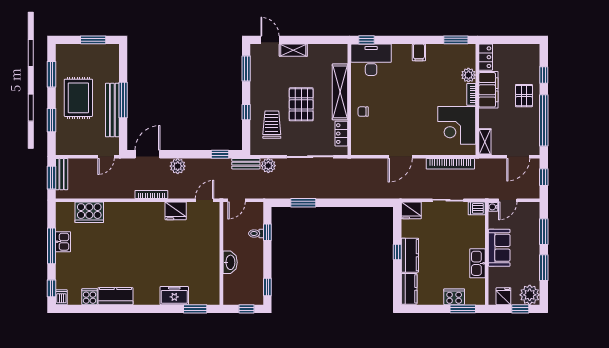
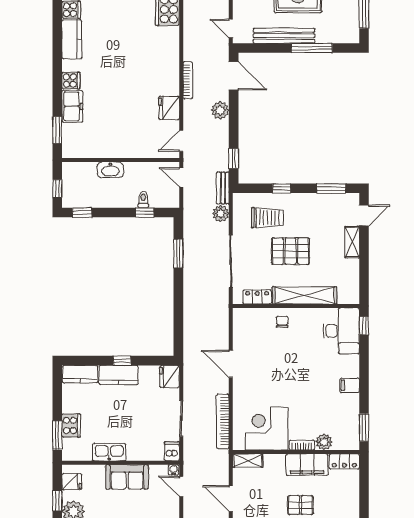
window: (123, 100) -> (312, 48), moved
door: (205, 200) -> (181, 141), swing flipped
cooker: (152, 297) -> (71, 81), added

